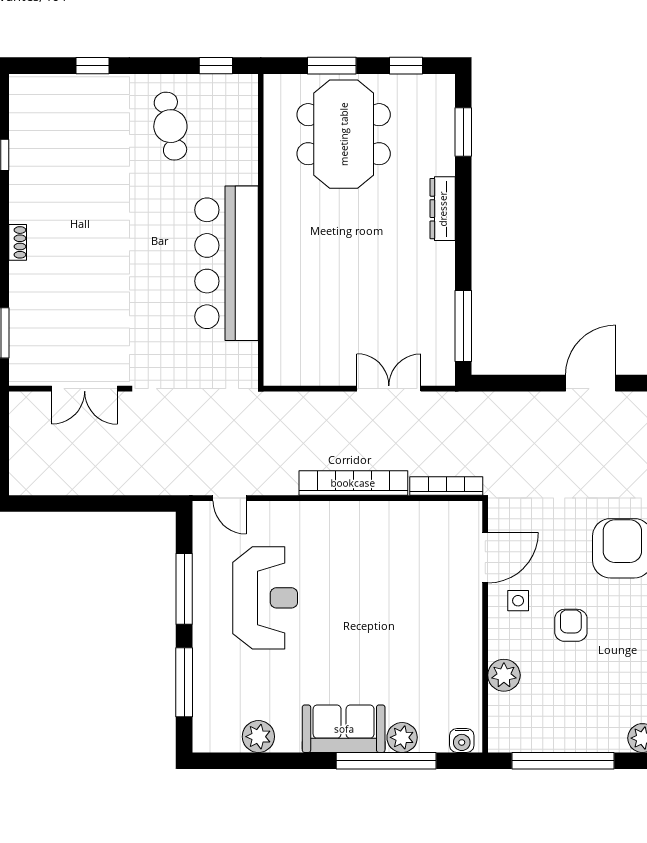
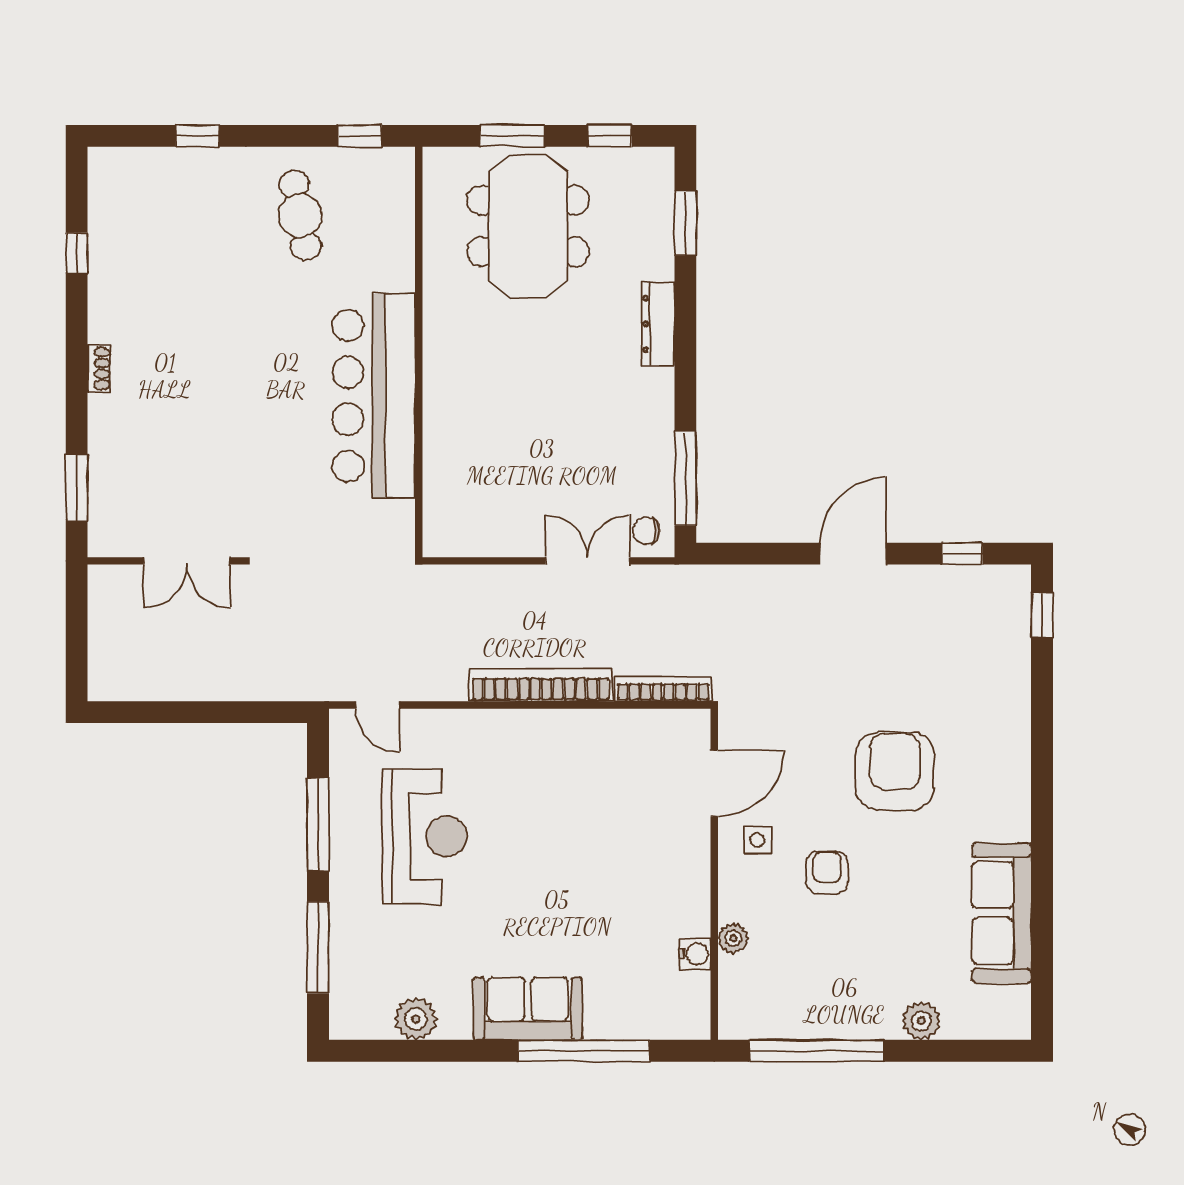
chair: (434, 366) -> (646, 531), added
plant: (504, 675) -> (733, 938), width x0.73, depth x0.73
plant: (402, 737) -> (605, 1020), removed
water cooler: (462, 740) -> (695, 954), moved, turned -90

